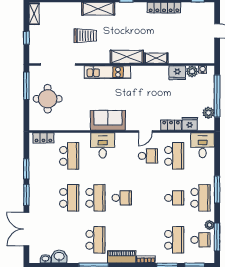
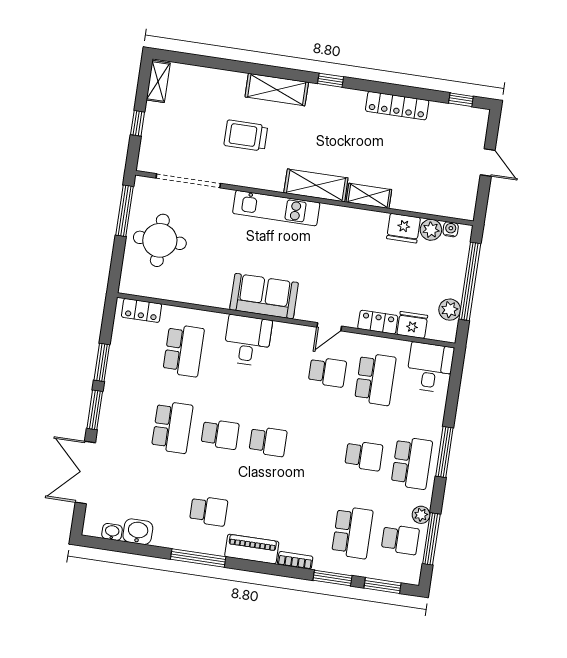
trolley: (85, 36) -> (246, 135), turned 180
school desk: (95, 198) -> (220, 434), width x0.54
school desk: (95, 240) -> (209, 511), width x0.54

